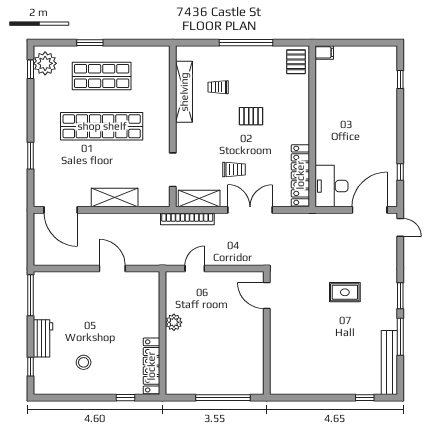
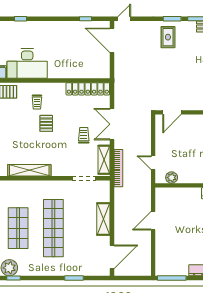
trolley: (218, 87) -> (37, 102), moved
desk: (332, 186) -> (27, 64), moved, width x1.36, depth x1.30
rug: (345, 292) -> (168, 37), moved
plant: (174, 322) -> (172, 178), moved

